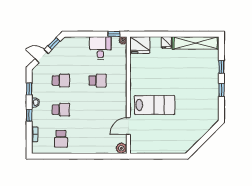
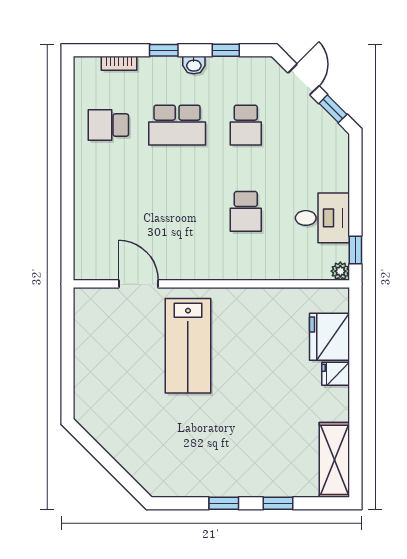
shelving: (196, 43) -> (334, 460), width x0.68
fridge: (140, 45) -> (329, 337), moved
school desk: (61, 110) -> (177, 125), width x1.85
plant: (121, 148) -> (86, 268), removed

